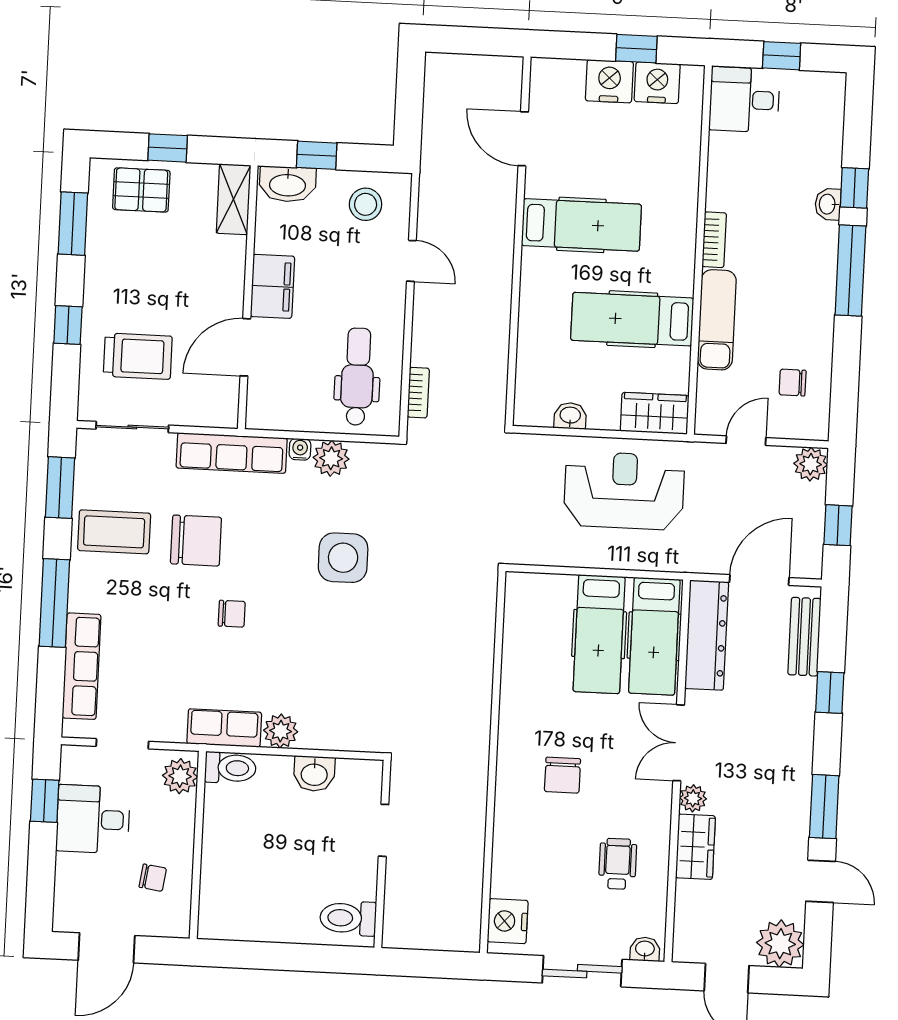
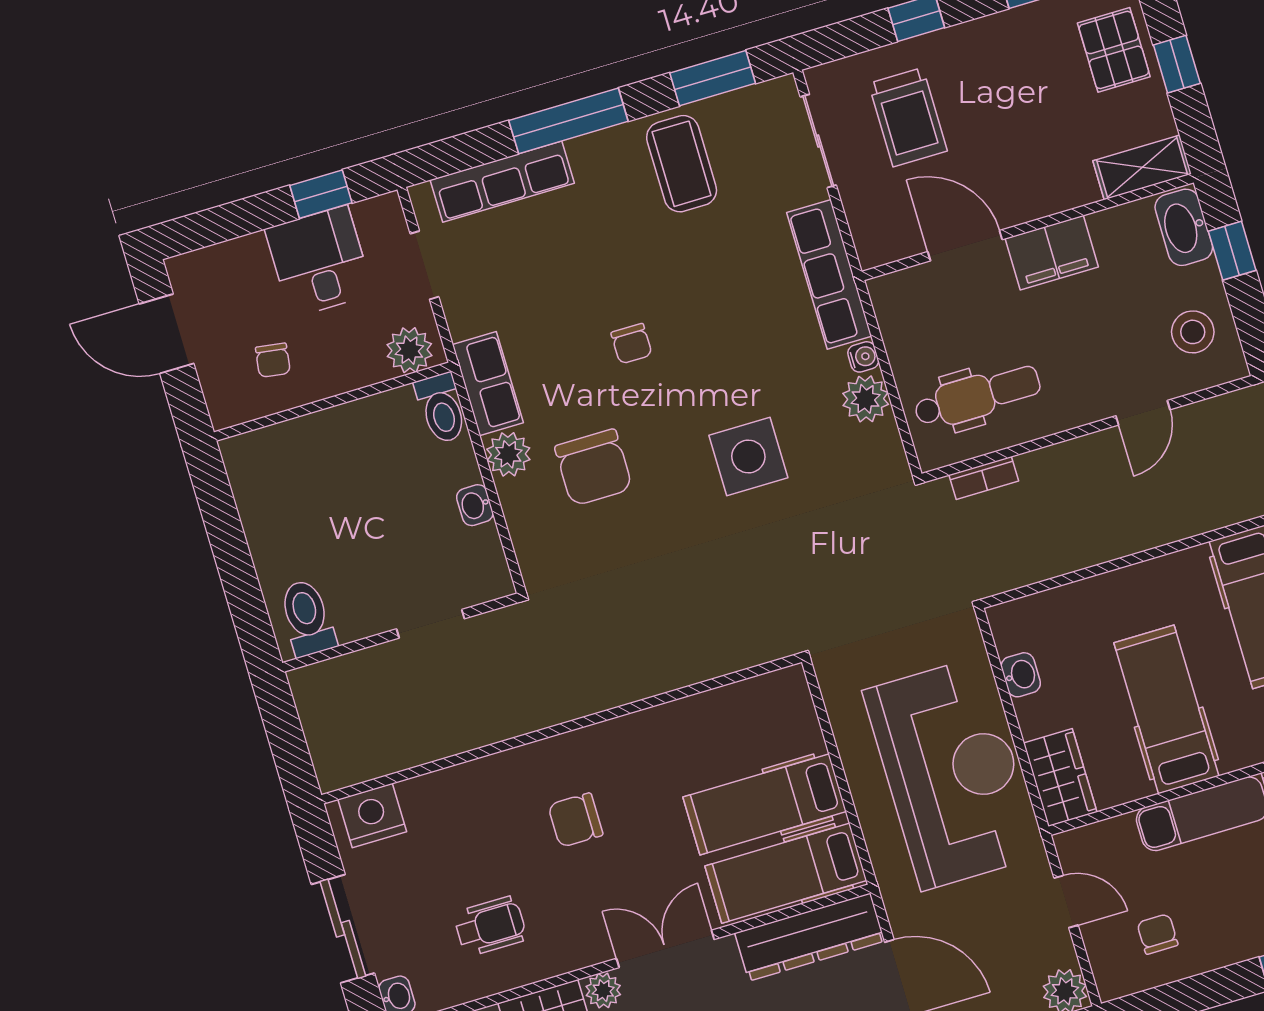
reception desk: (624, 491) -> (952, 773), width x1.36, depth x1.30
chair: (196, 541) -> (594, 467), moved
washbasin: (314, 774) -> (475, 505), width x0.72, depth x0.69

